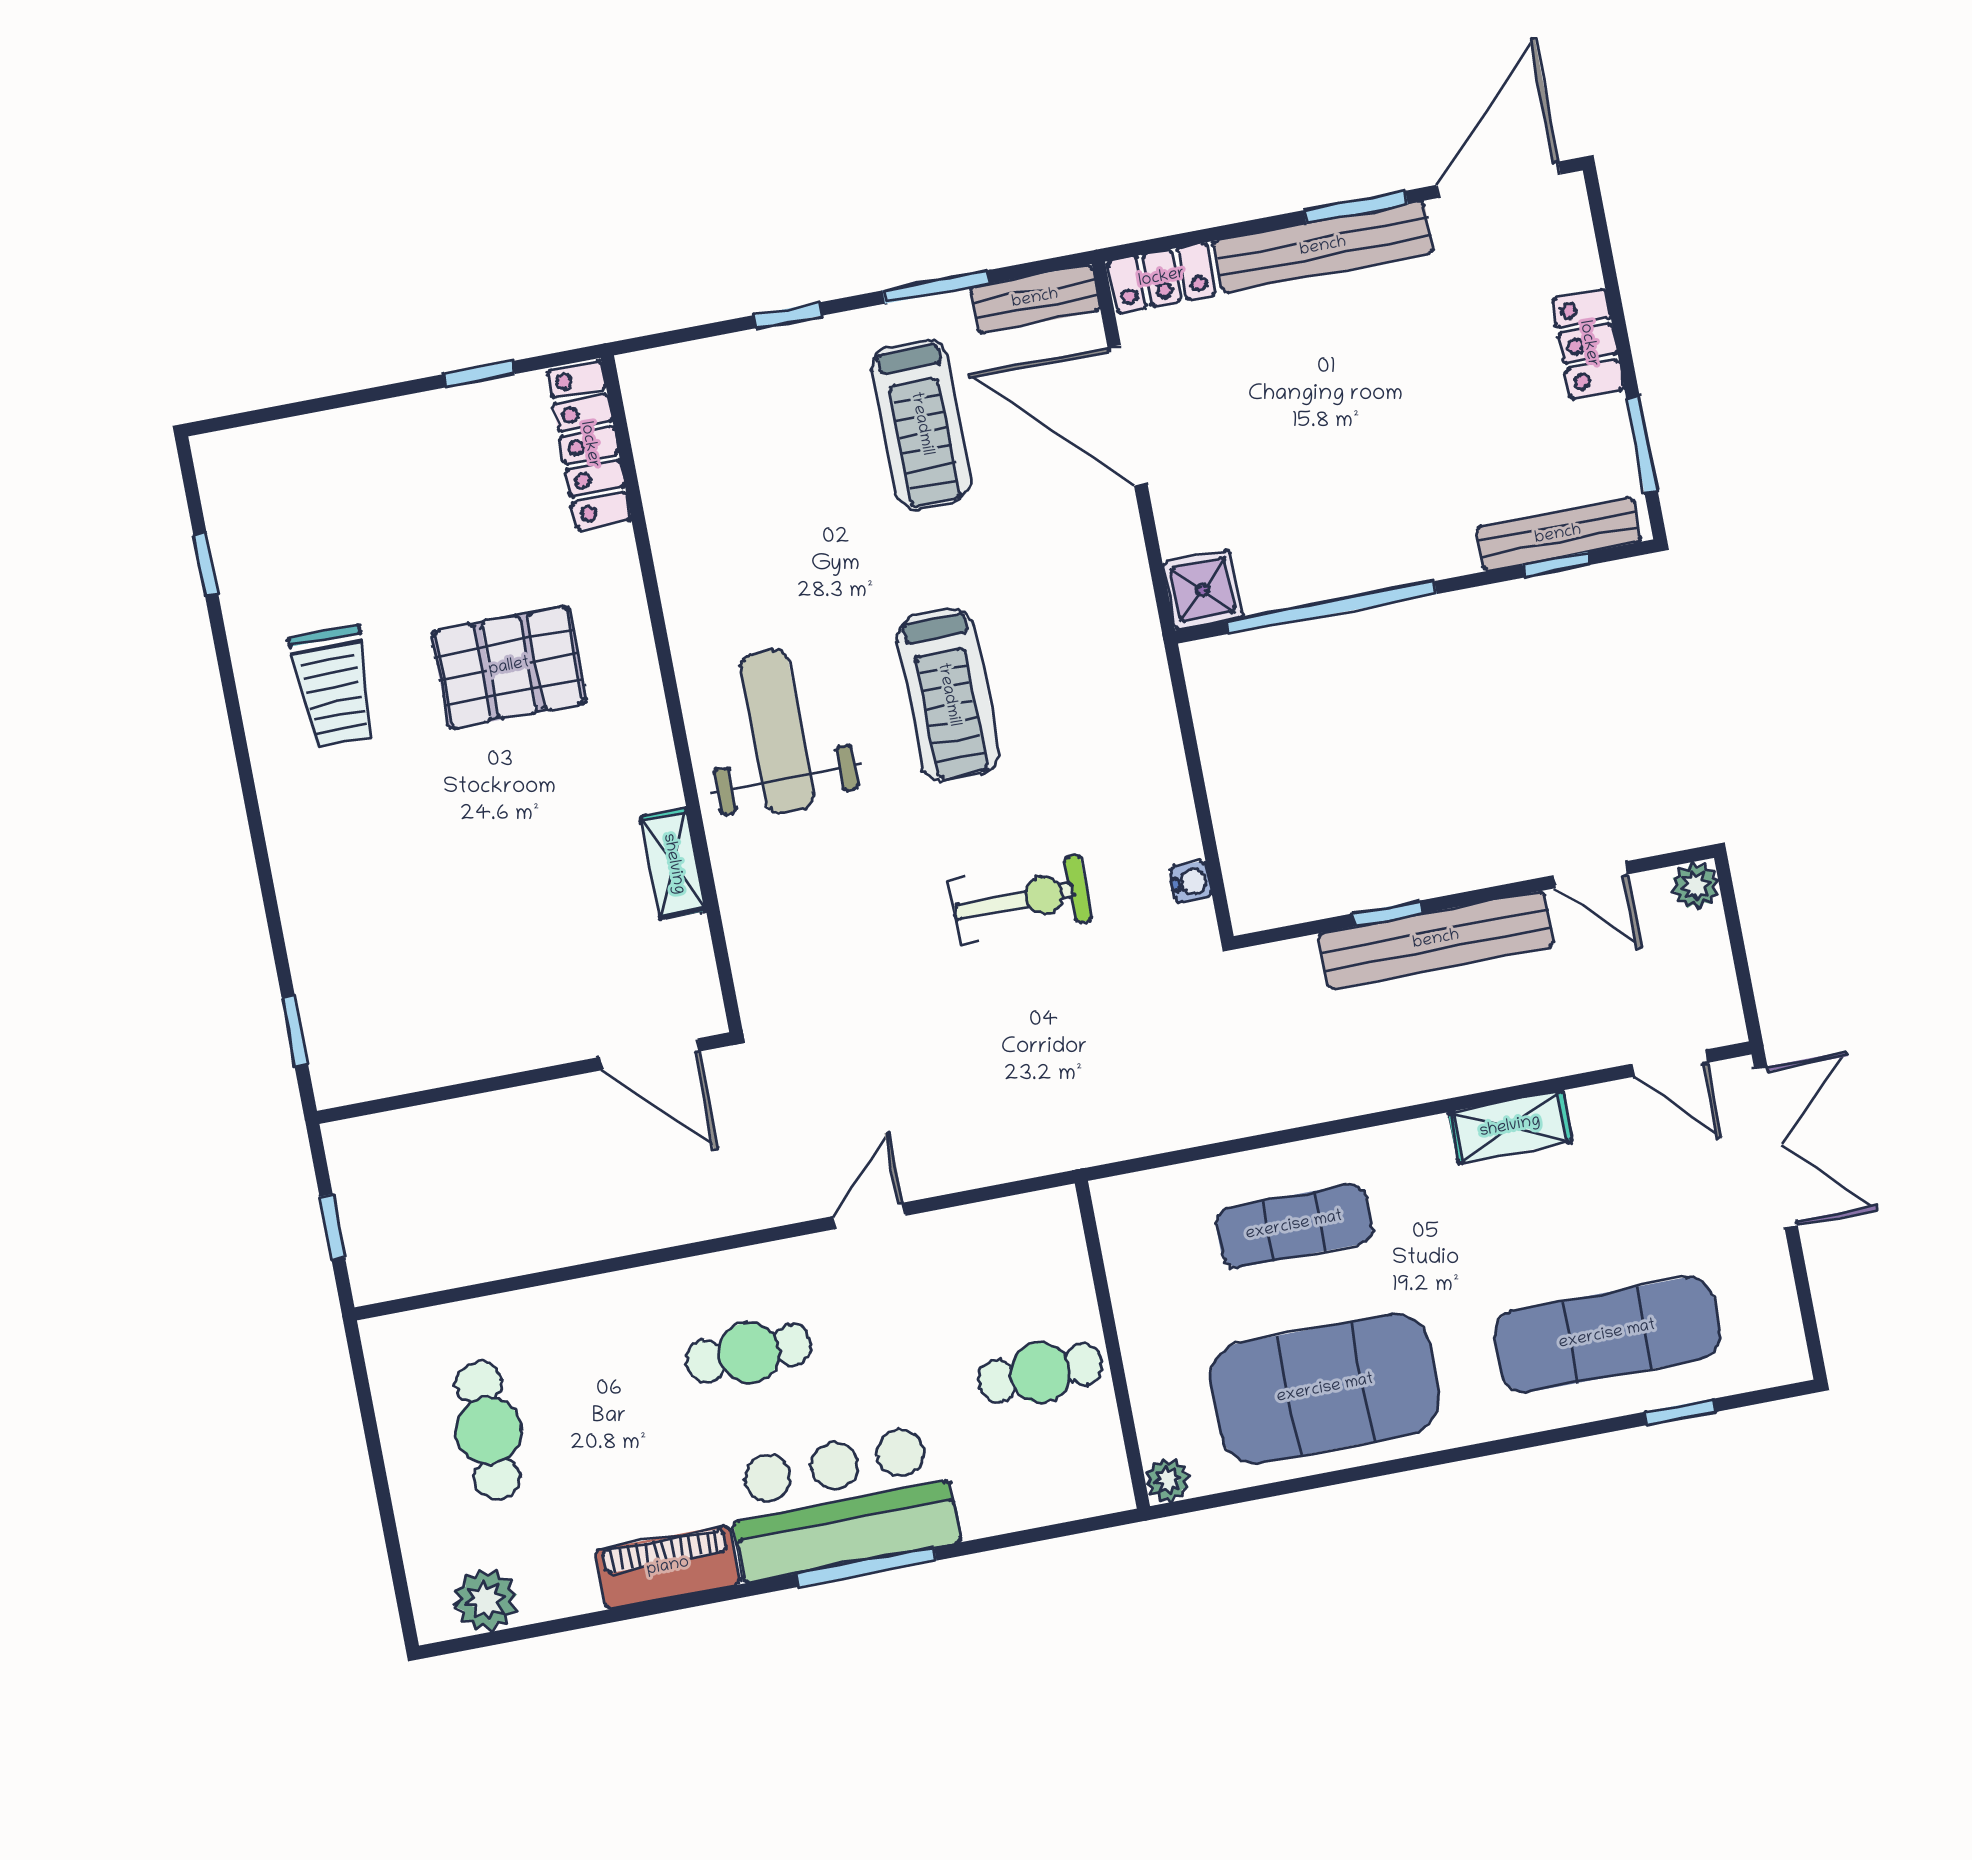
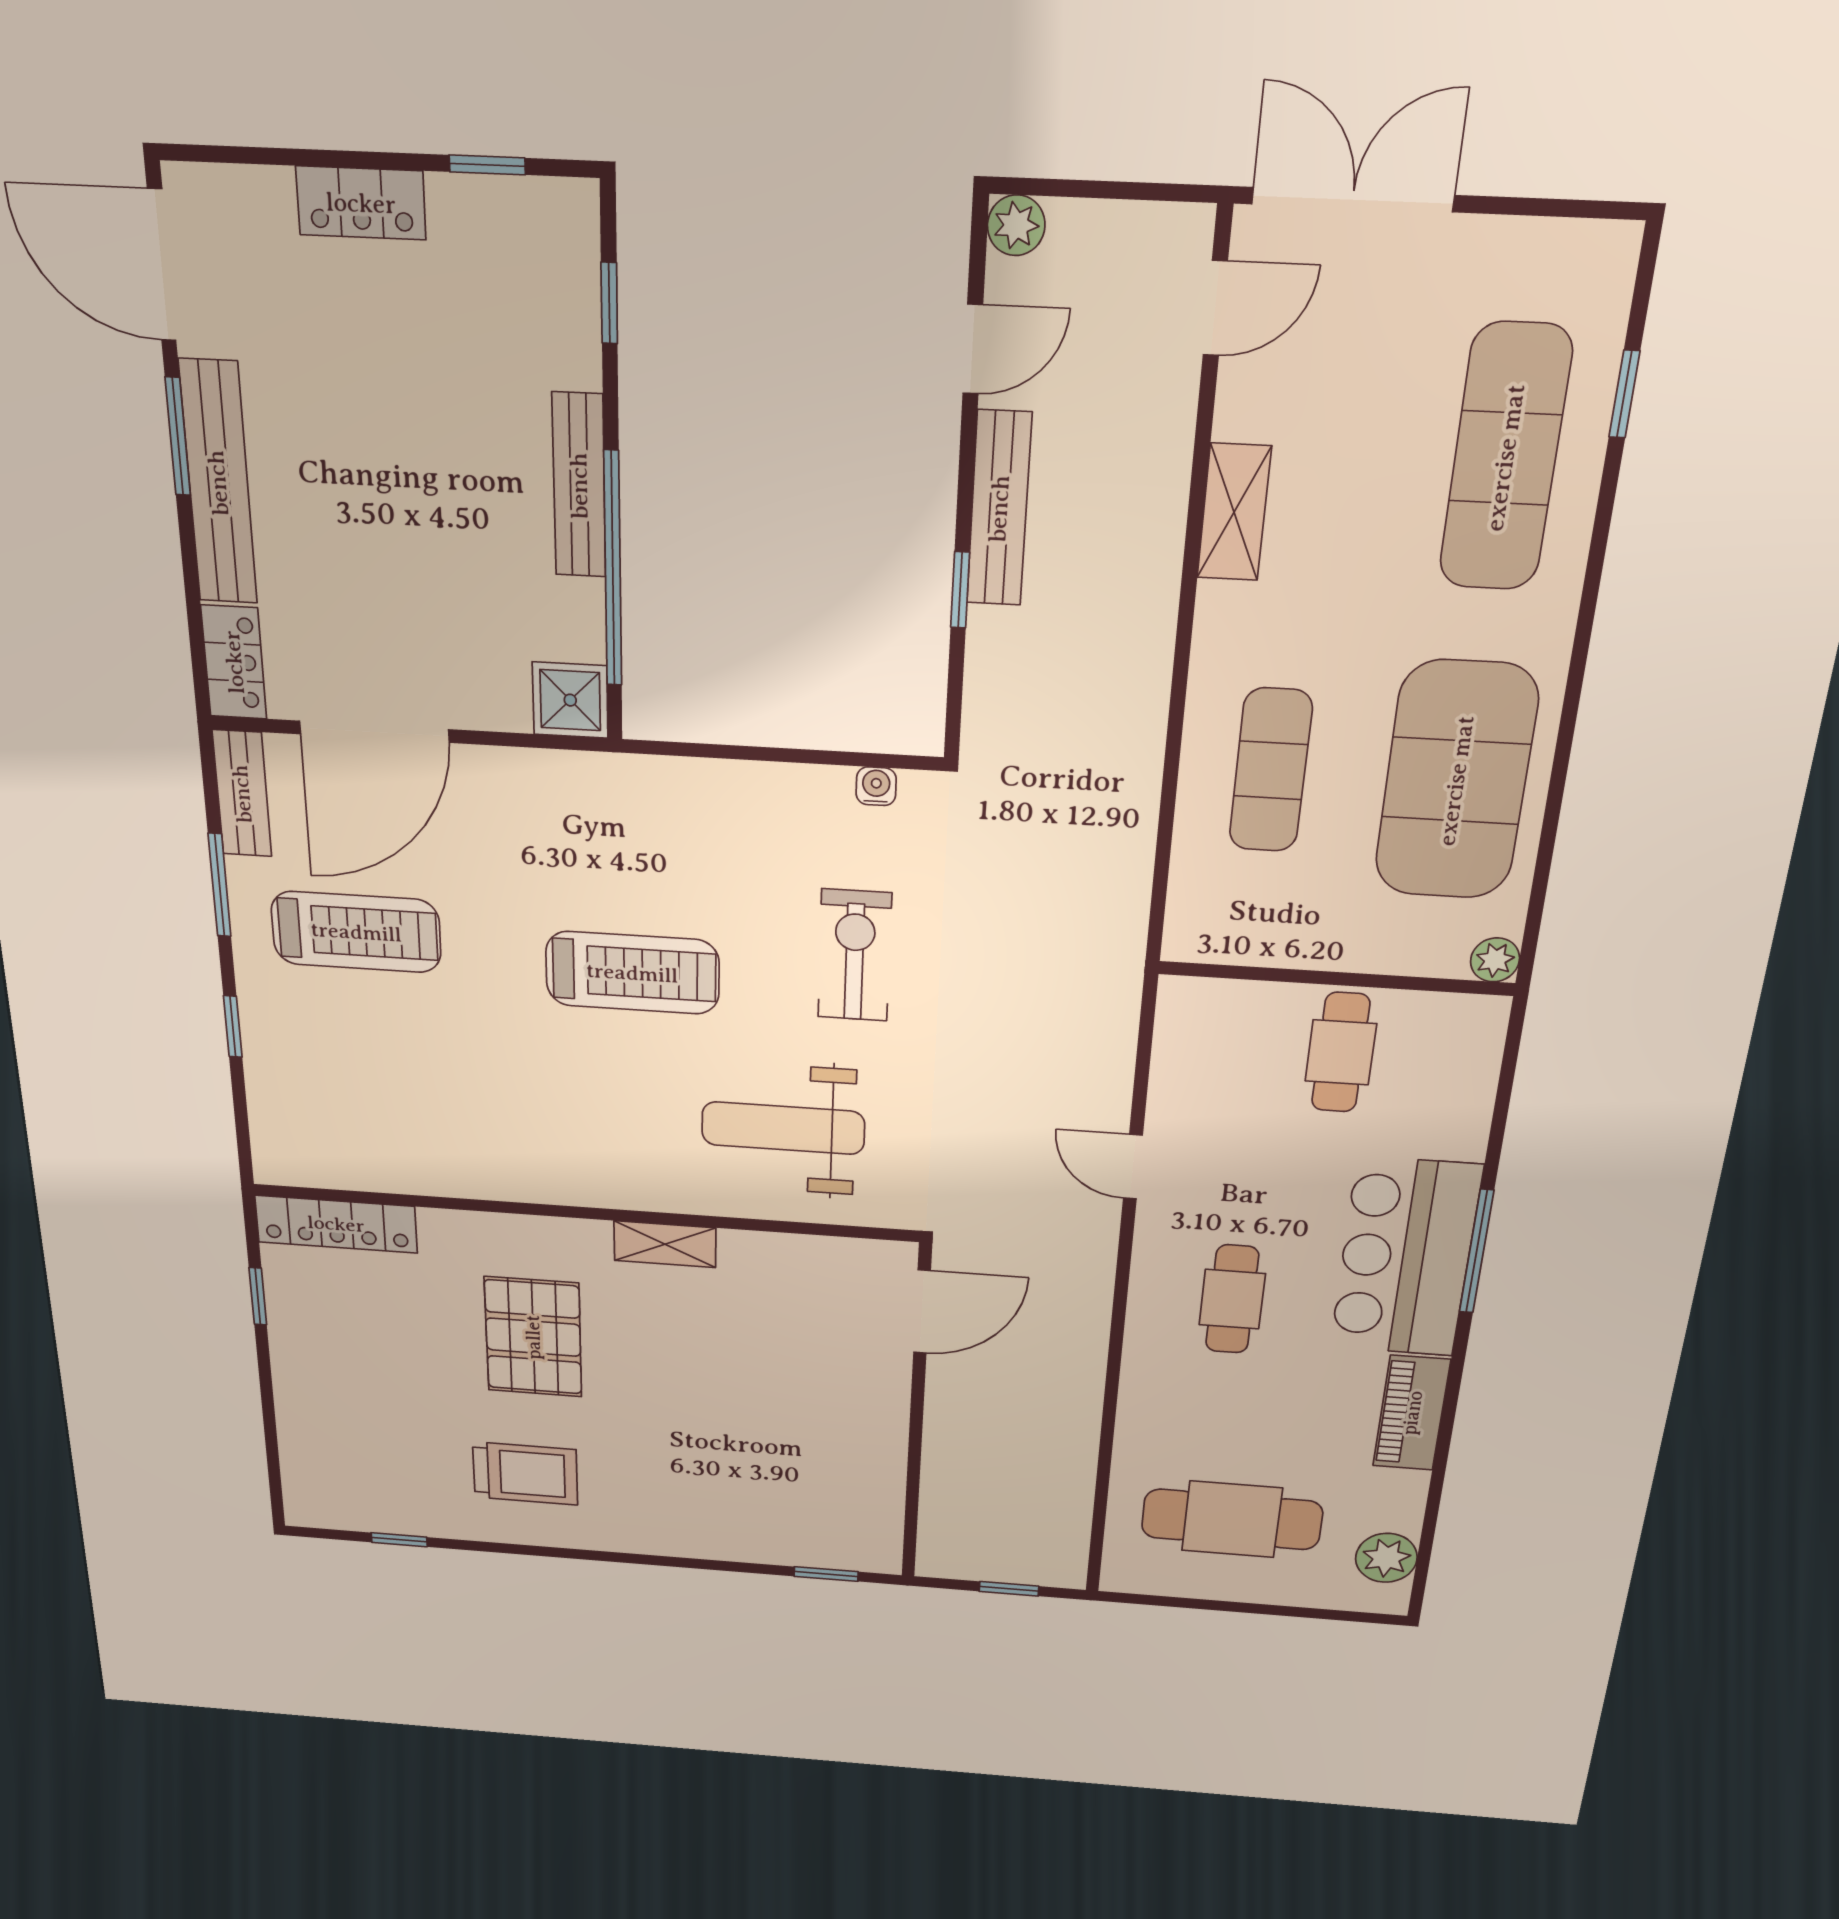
window: (1642, 445) -> (487, 165), width x0.67
bench: (1558, 535) -> (579, 486), moved
weight bench: (777, 732) -> (783, 1128), moved
shelving: (673, 864) -> (665, 1244), moved
bench: (1436, 940) -> (999, 509), width x0.73, depth x0.82
cafe table: (488, 1431) -> (1232, 1519), width x1.37, depth x1.35

